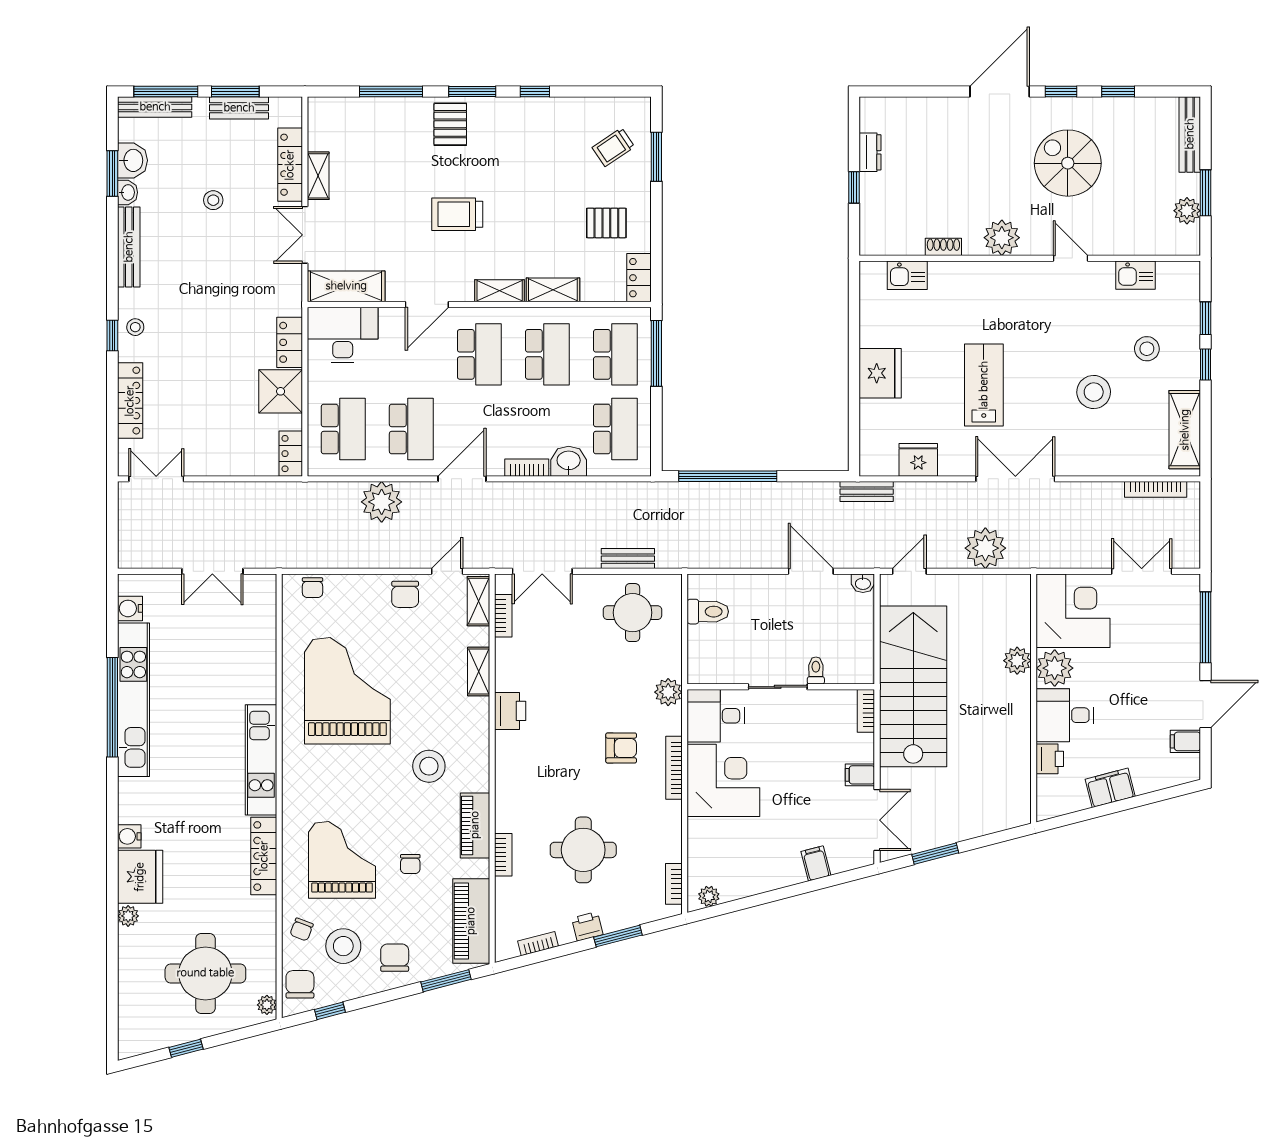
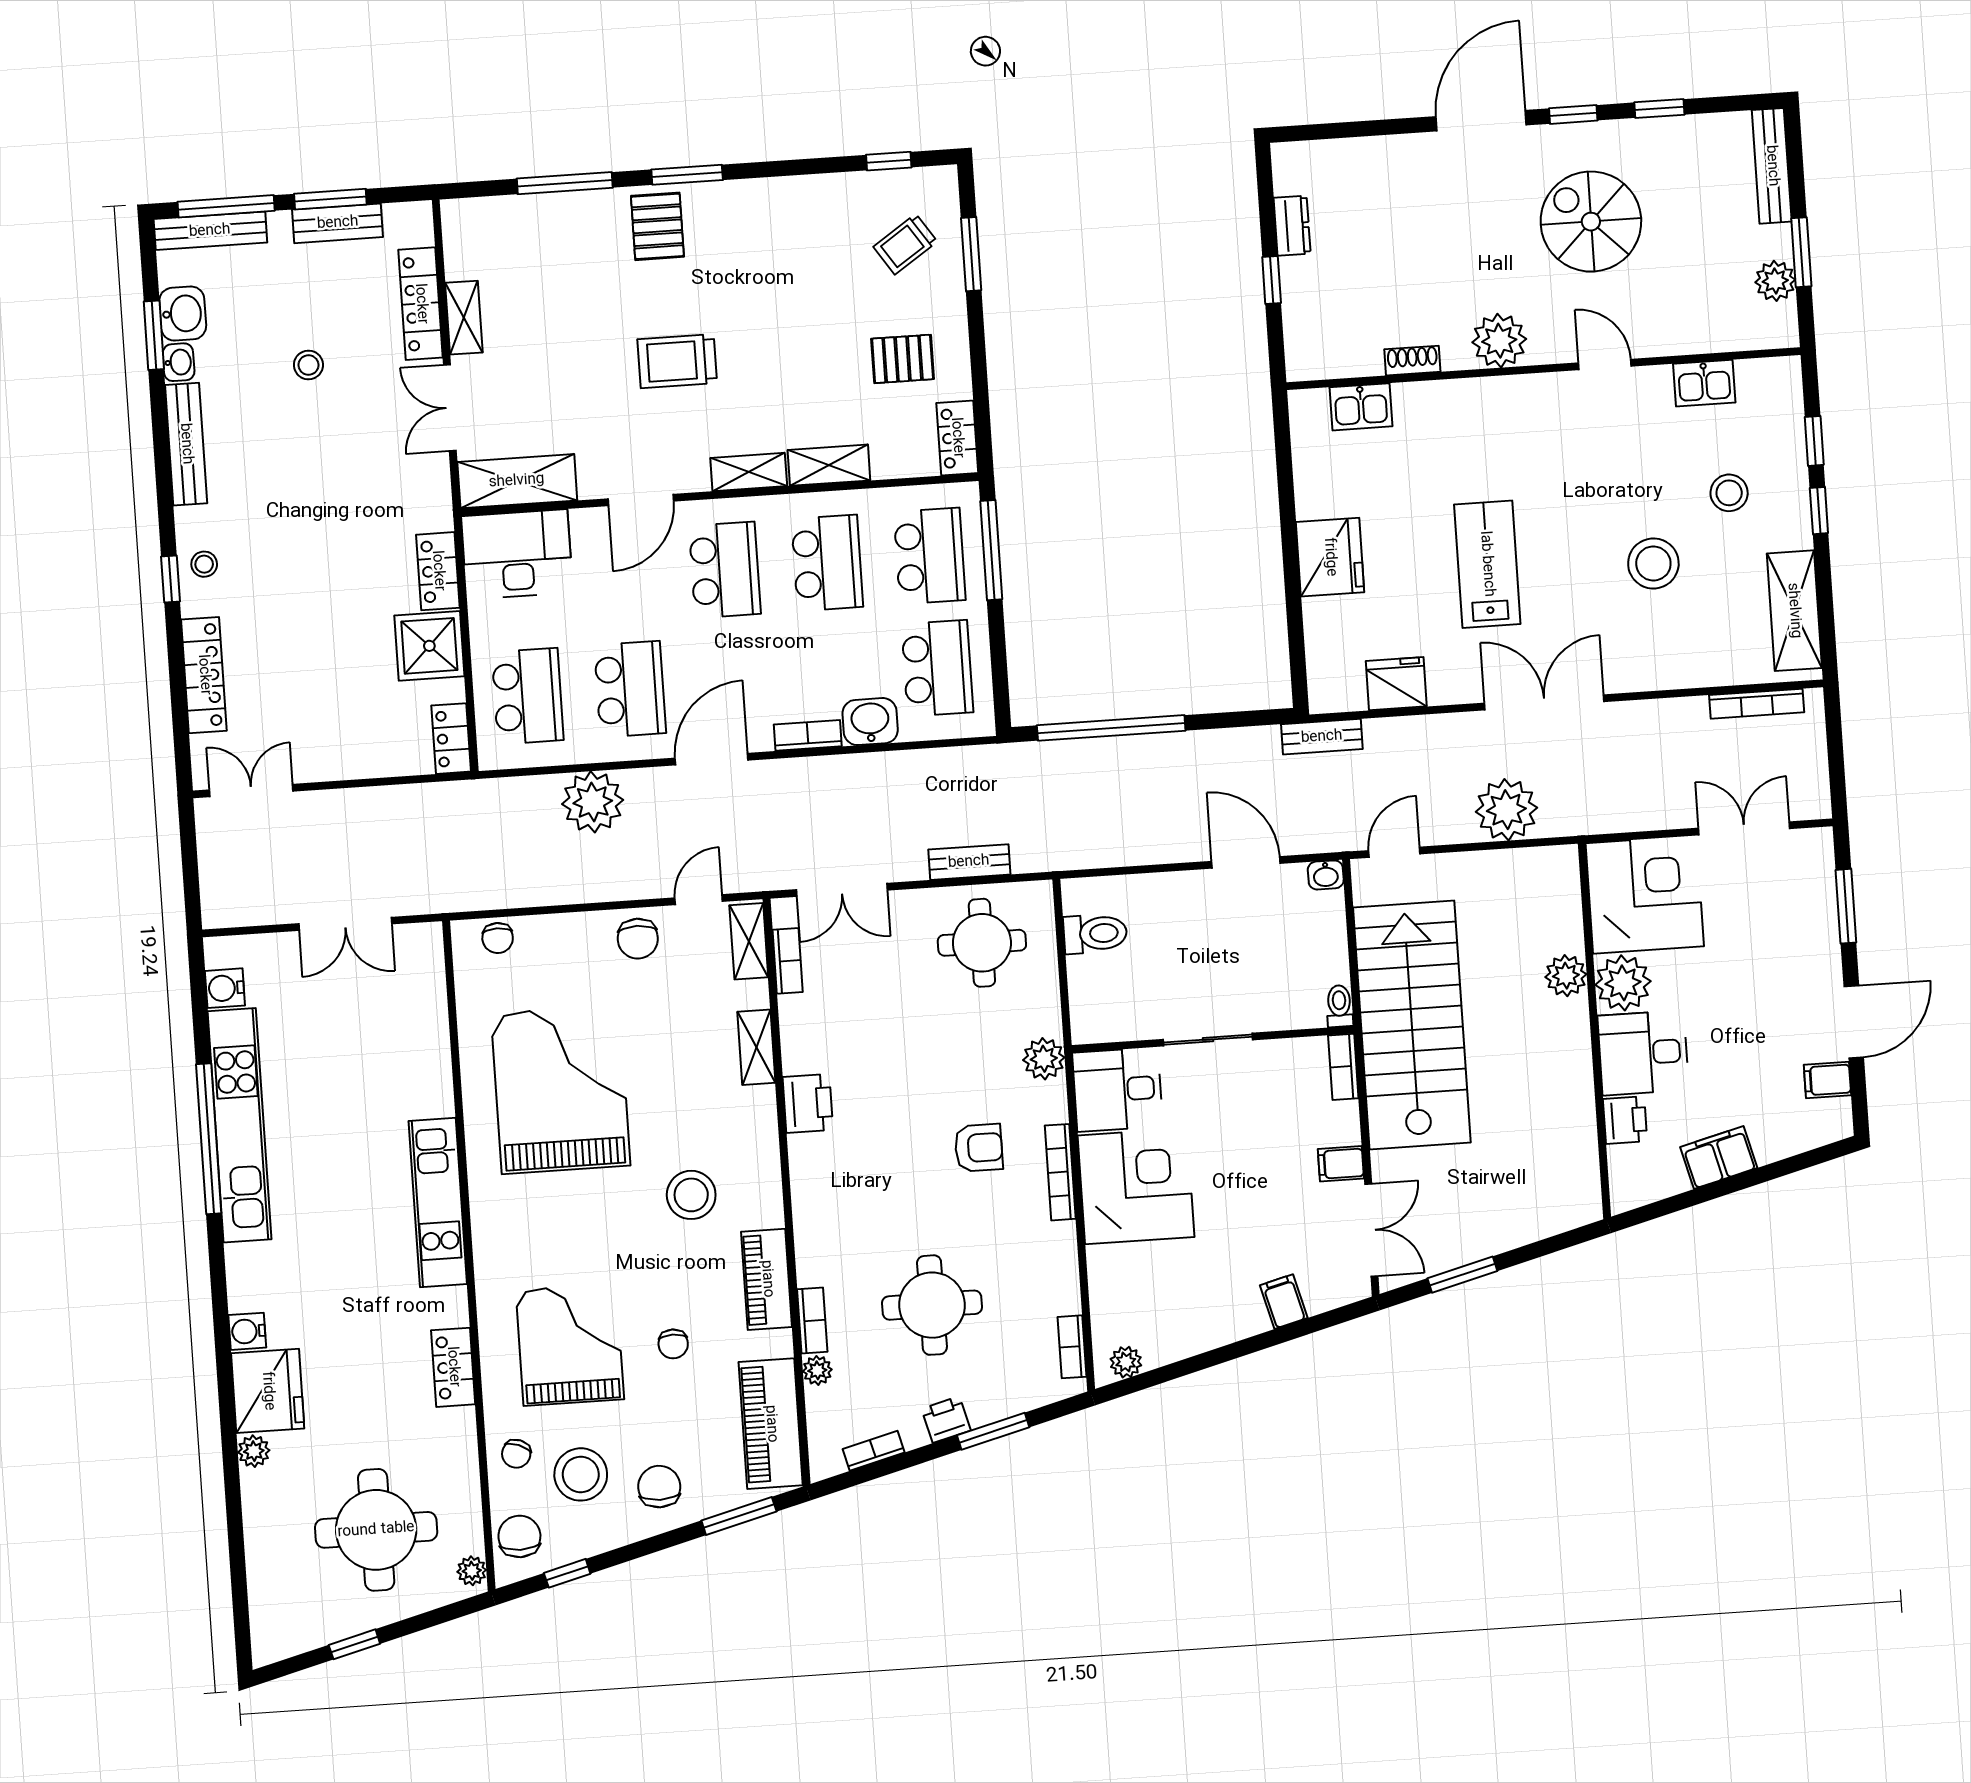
window: (535, 91) -> (889, 161), moved
window: (1206, 627) -> (1846, 906), width x0.69
toilet: (816, 671) -> (1339, 1006), moved
locker: (264, 856) -> (453, 1367), width x0.66
plant: (504, 888) -> (817, 1370), added

